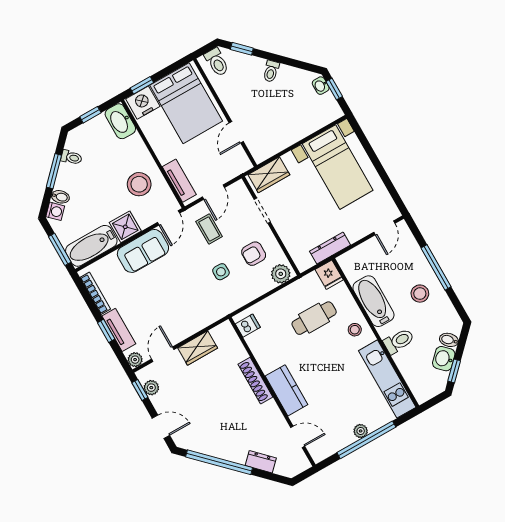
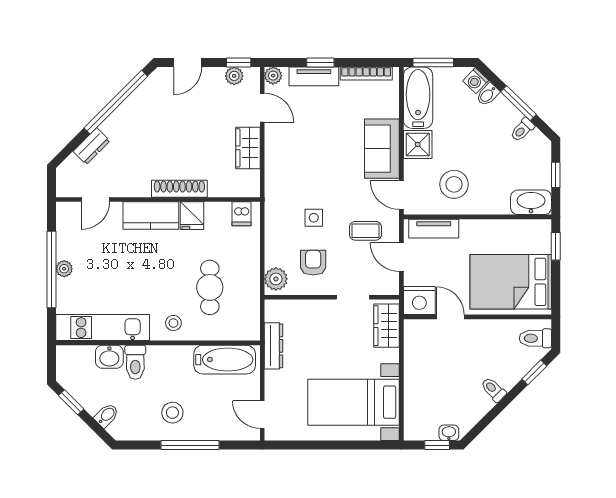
nightstand: (143, 103) -> (419, 300), moved, turned 90
fridge: (329, 275) -> (192, 216), moved, turned -90
bathtub: (373, 301) -> (225, 360), moved
washbasin: (444, 359) -> (109, 357), moved, turned 135

